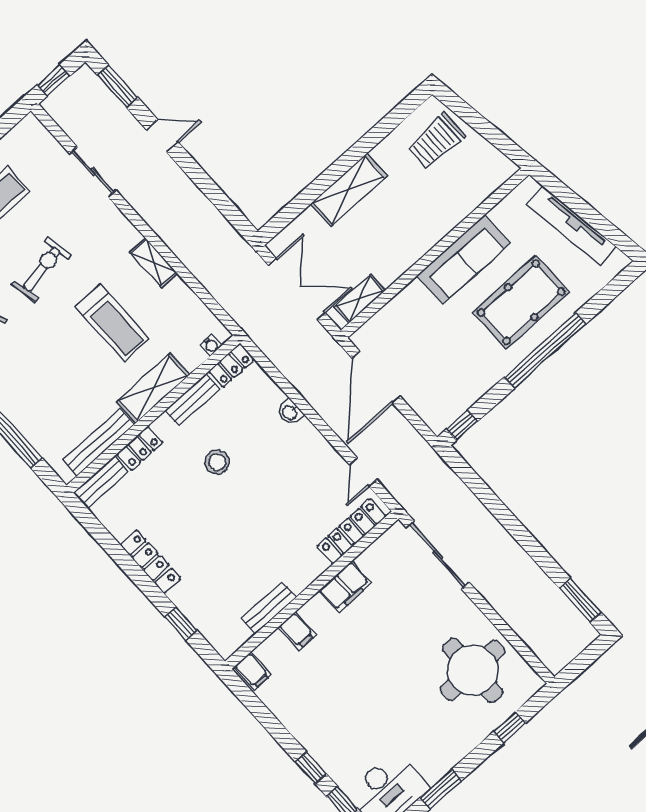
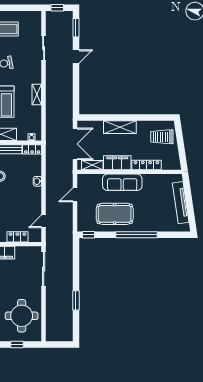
door: (162, 136) -> (76, 57), hinge flipped
locker: (454, 214) -> (146, 165), added
filing cabinet: (400, 256) -> (117, 163), added
sofa: (464, 259) -> (122, 182), moved
pool table: (521, 302) -> (115, 214), moved
door: (376, 377) -> (75, 195), width x0.53
locker: (352, 531) -> (17, 237), width x0.66
window: (580, 600) -> (76, 300), moved

